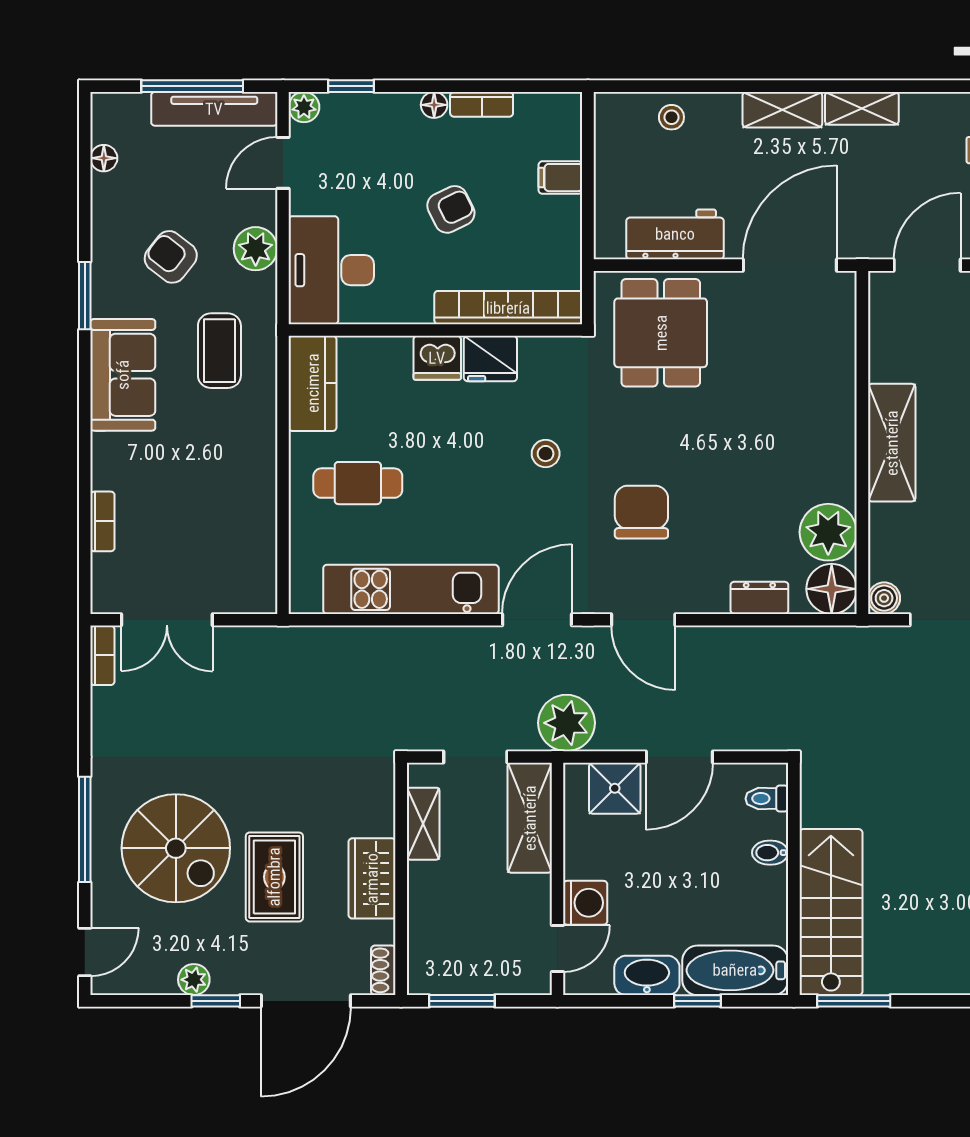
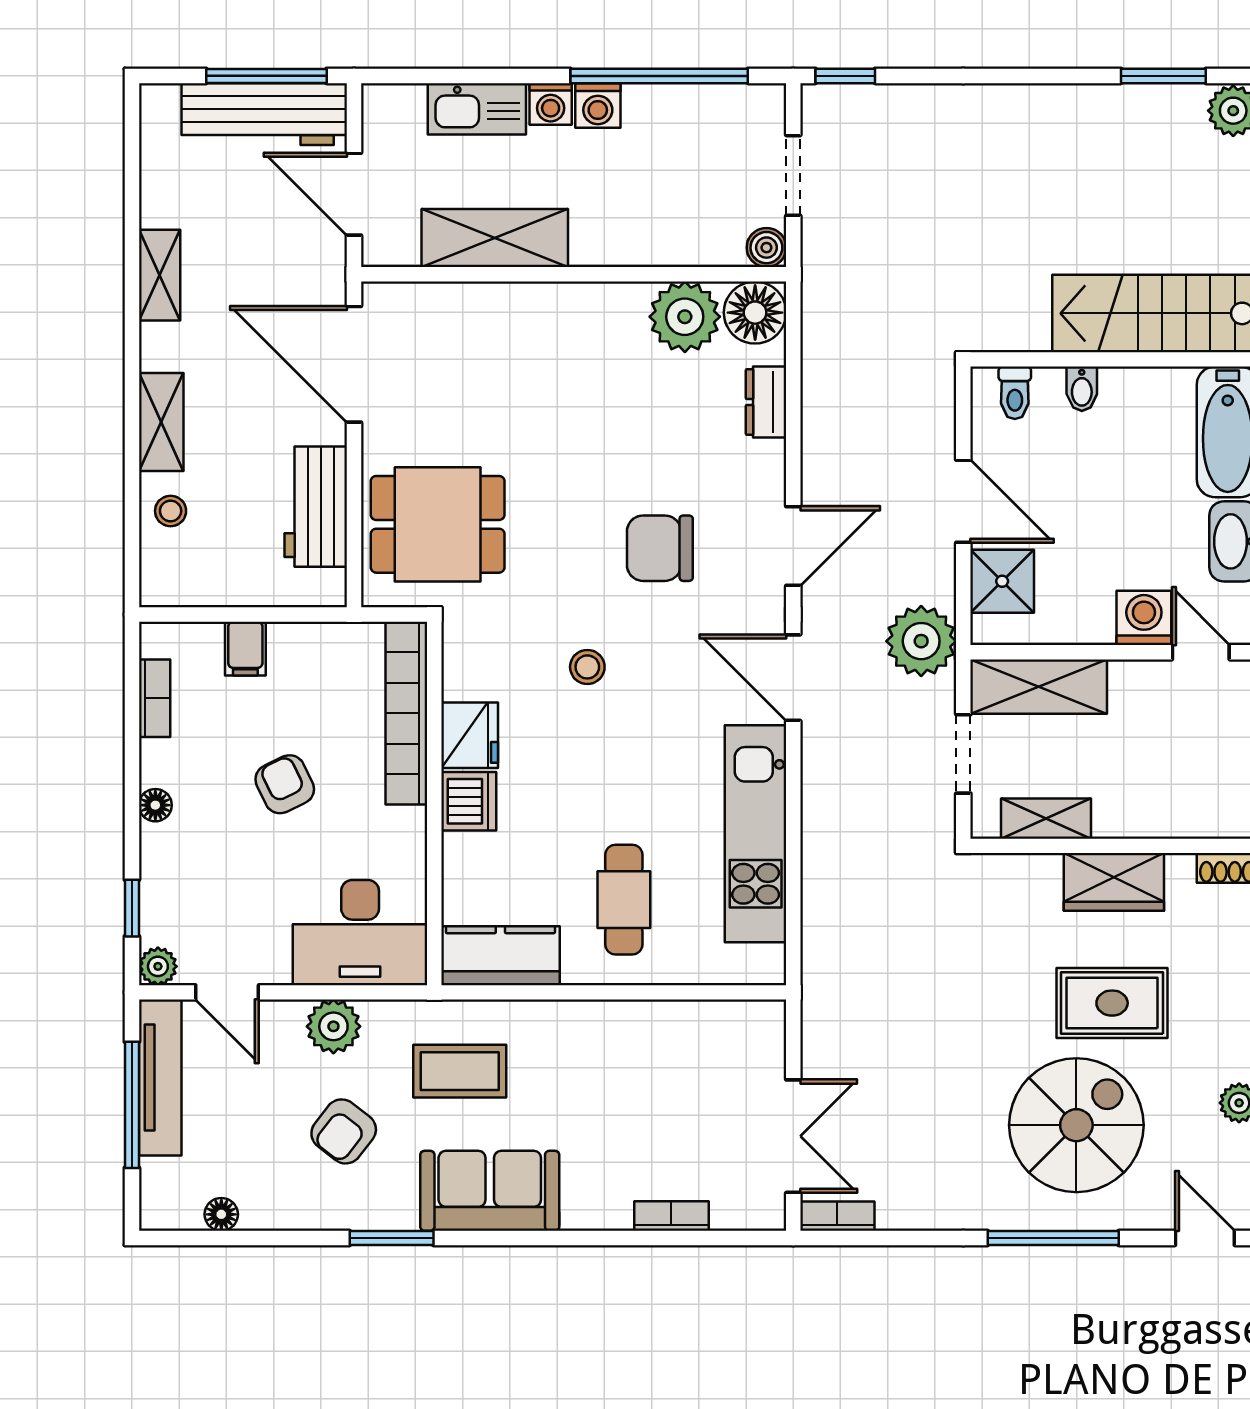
bookcase: (482, 104) -> (155, 698), moved
shelving: (782, 110) -> (161, 422), moved
shelving: (892, 443) -> (495, 238), moved

